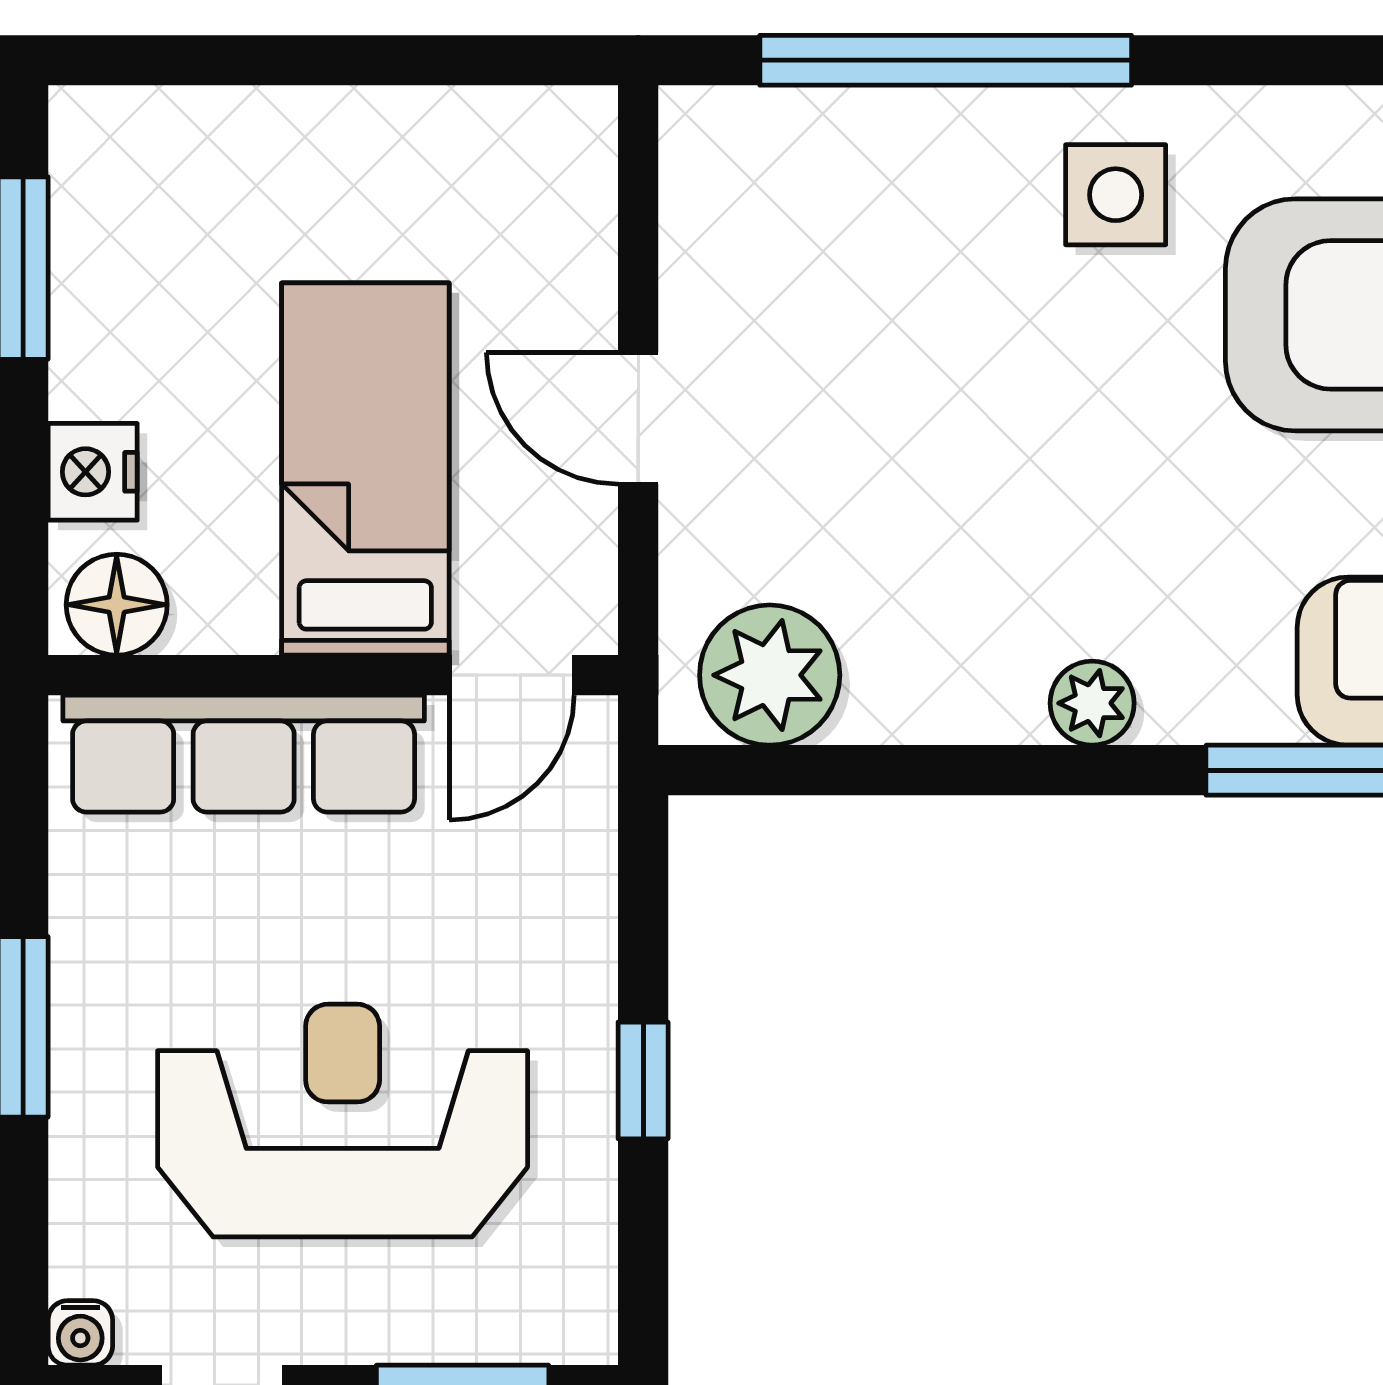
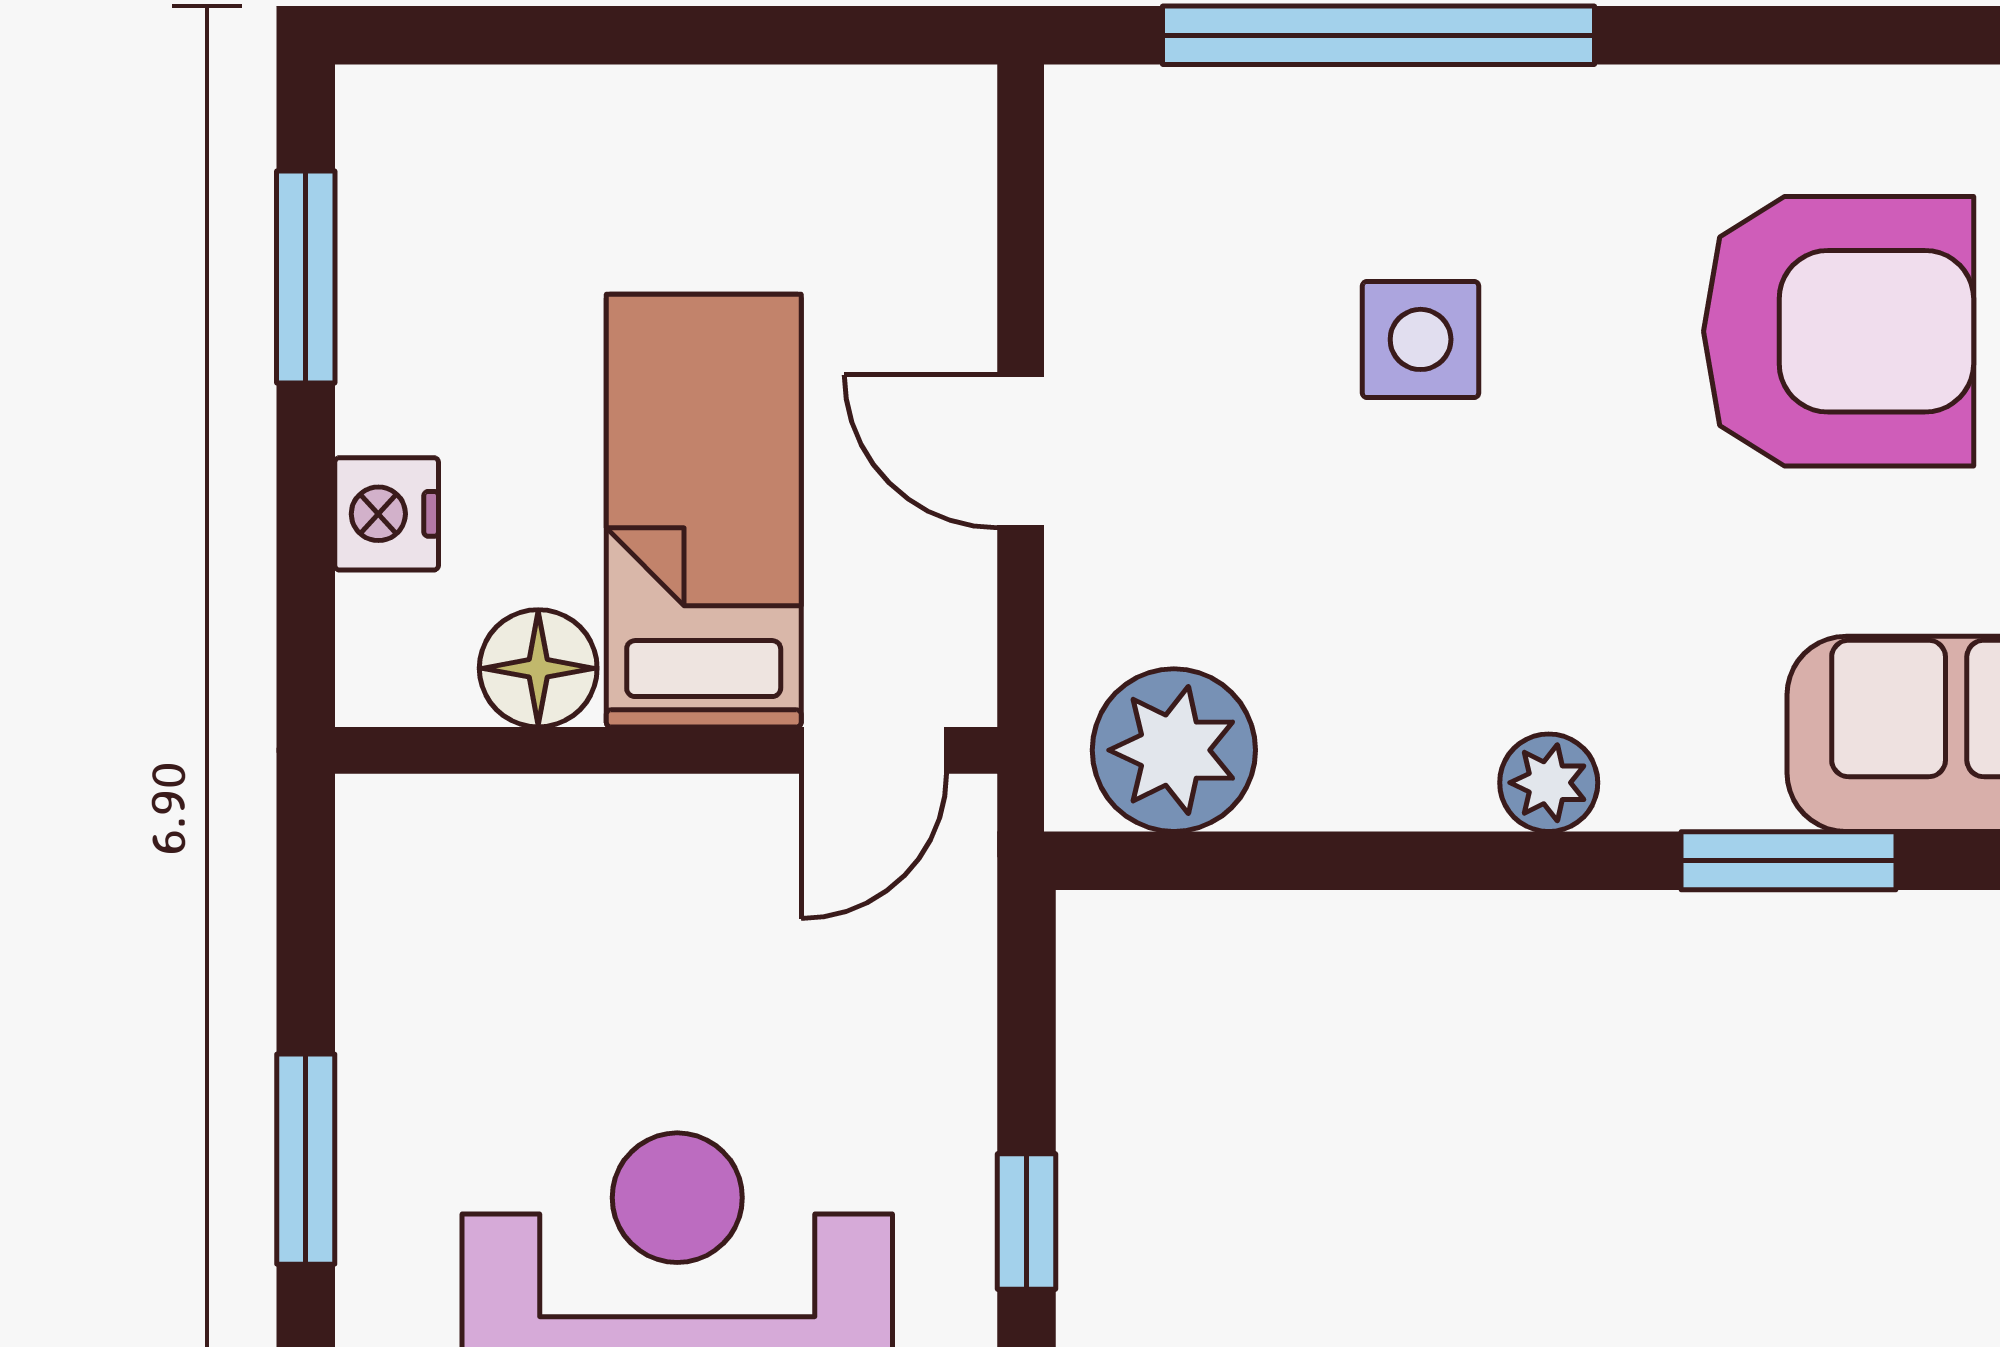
side table: (1116, 195) -> (1421, 339), moved
floor lamp: (117, 605) -> (538, 668), moved
row of seats: (244, 754) -> (562, 841), removed

